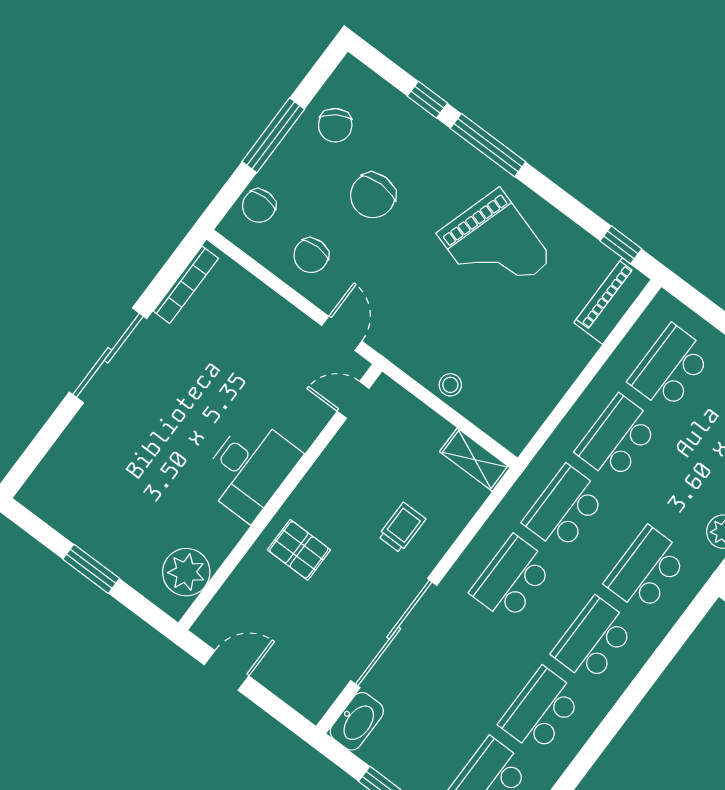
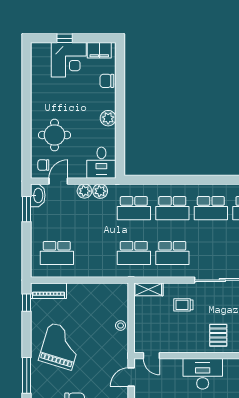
school desk: (617, 438) -> (95, 253), removed
shelving: (475, 460) -> (148, 289), moved, turned 90

